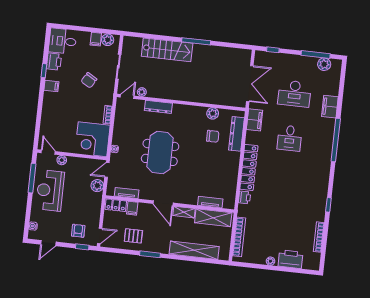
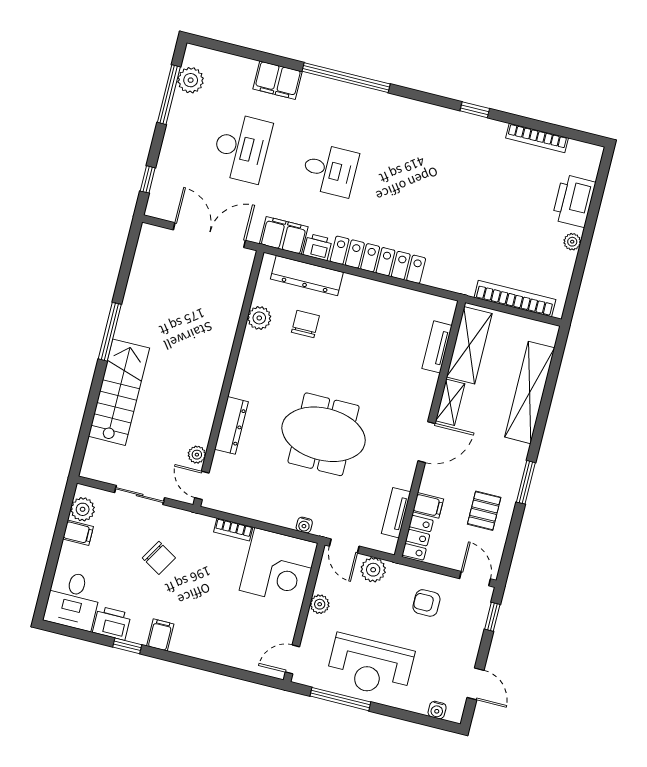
plant: (62, 160) -> (320, 604), moved
printer: (244, 197) -> (318, 247), moved
armchair: (78, 231) -> (426, 603), moved

